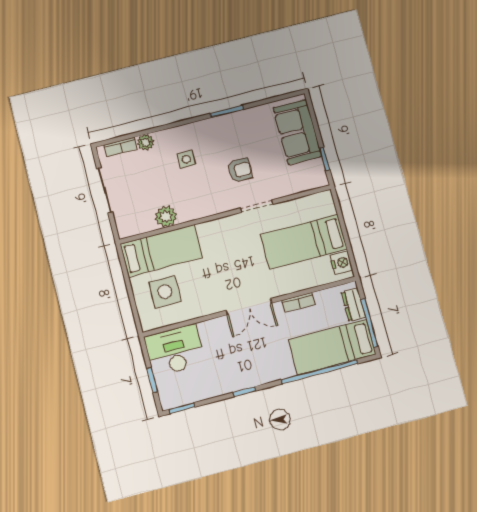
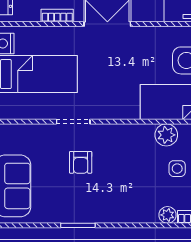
side table: (186, 159) -> (177, 169), moved
armchair: (240, 170) -> (81, 162), turned -90

